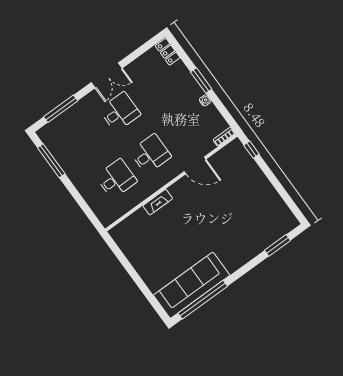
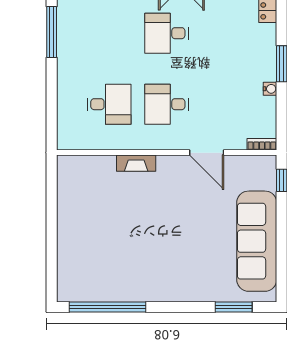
desk: (120, 112) -> (167, 33), turned 180
desk: (150, 154) -> (167, 104), turned 180
sofa: (192, 285) -> (257, 241), moved, turned -90

